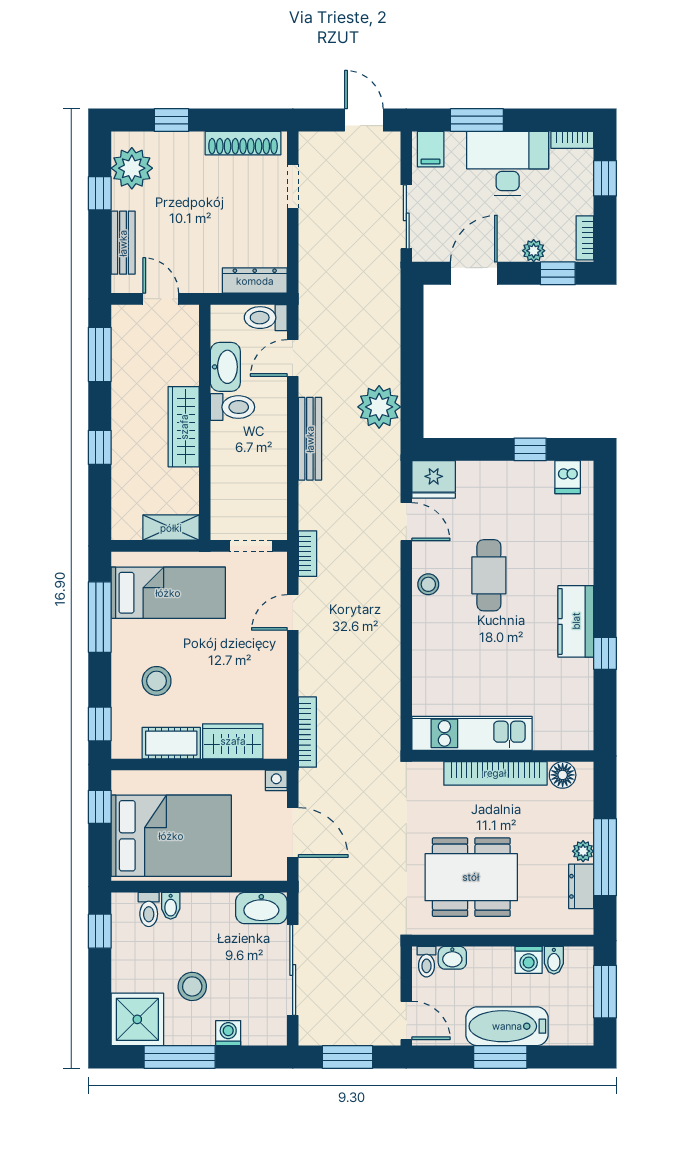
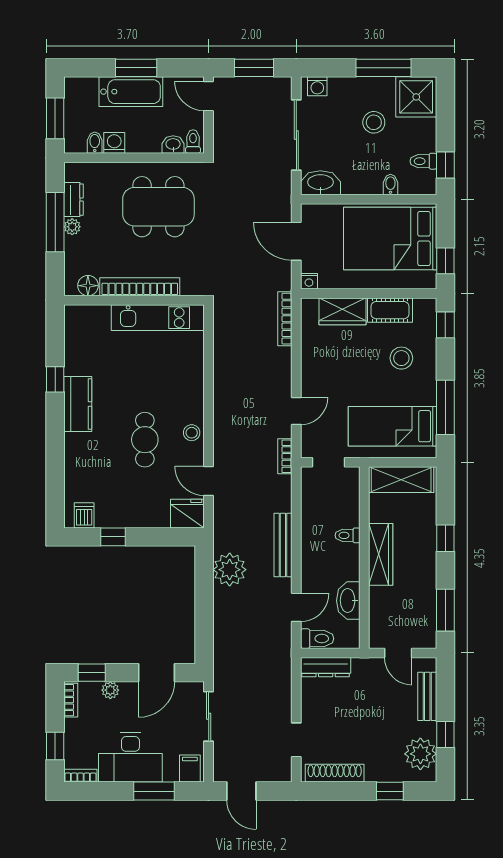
toilet: (232, 407) -> (347, 535), moved, width x0.73, depth x0.72
shelving: (171, 528) -> (401, 480), width x1.50, depth x1.33
toilet: (149, 909) -> (423, 161), moved, turned -90
washing machine: (228, 1033) -> (317, 86), moved

